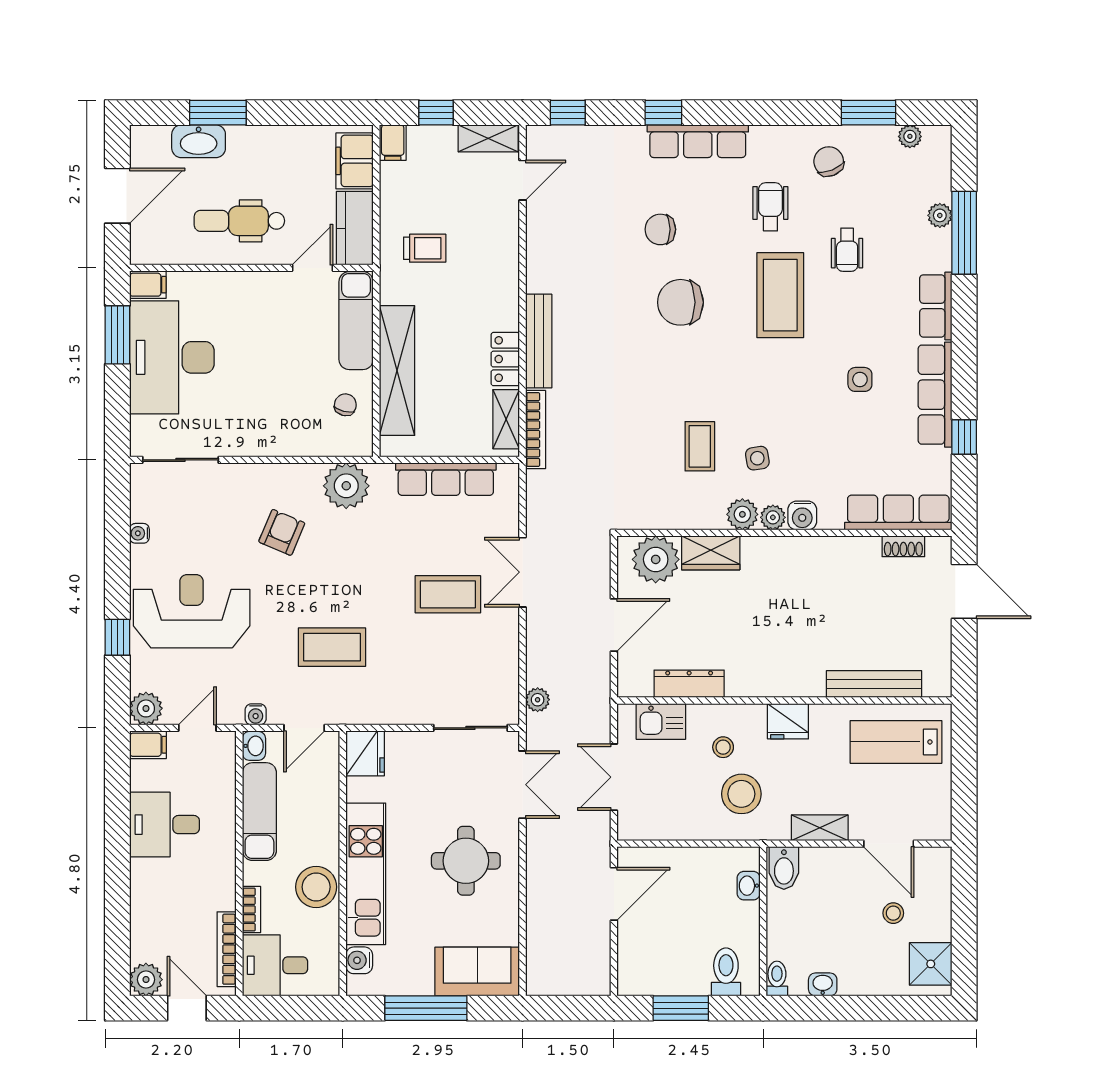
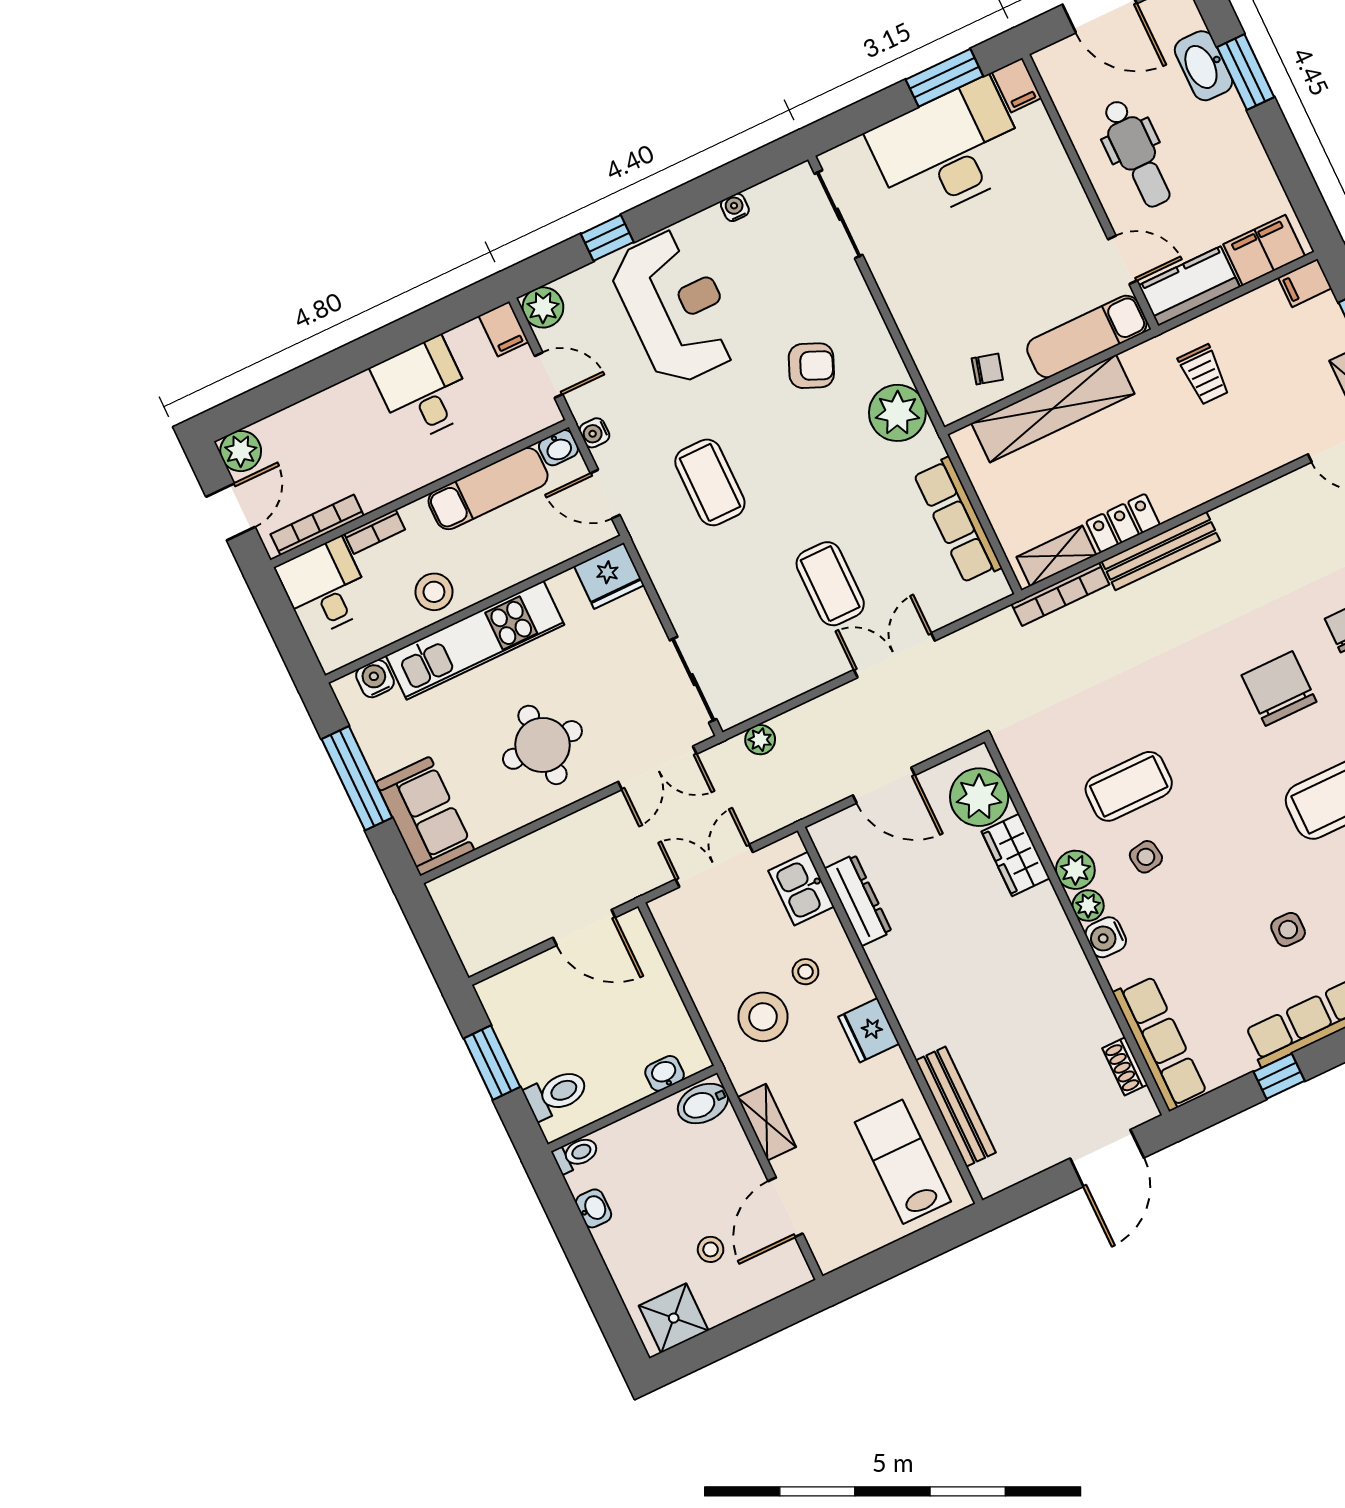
dental chair: (239, 221) -> (1136, 153), turned 180
coffee table: (700, 446) -> (1129, 786), width x1.36, depth x1.30
stool: (316, 887) -> (434, 592), width x0.73, depth x0.73

